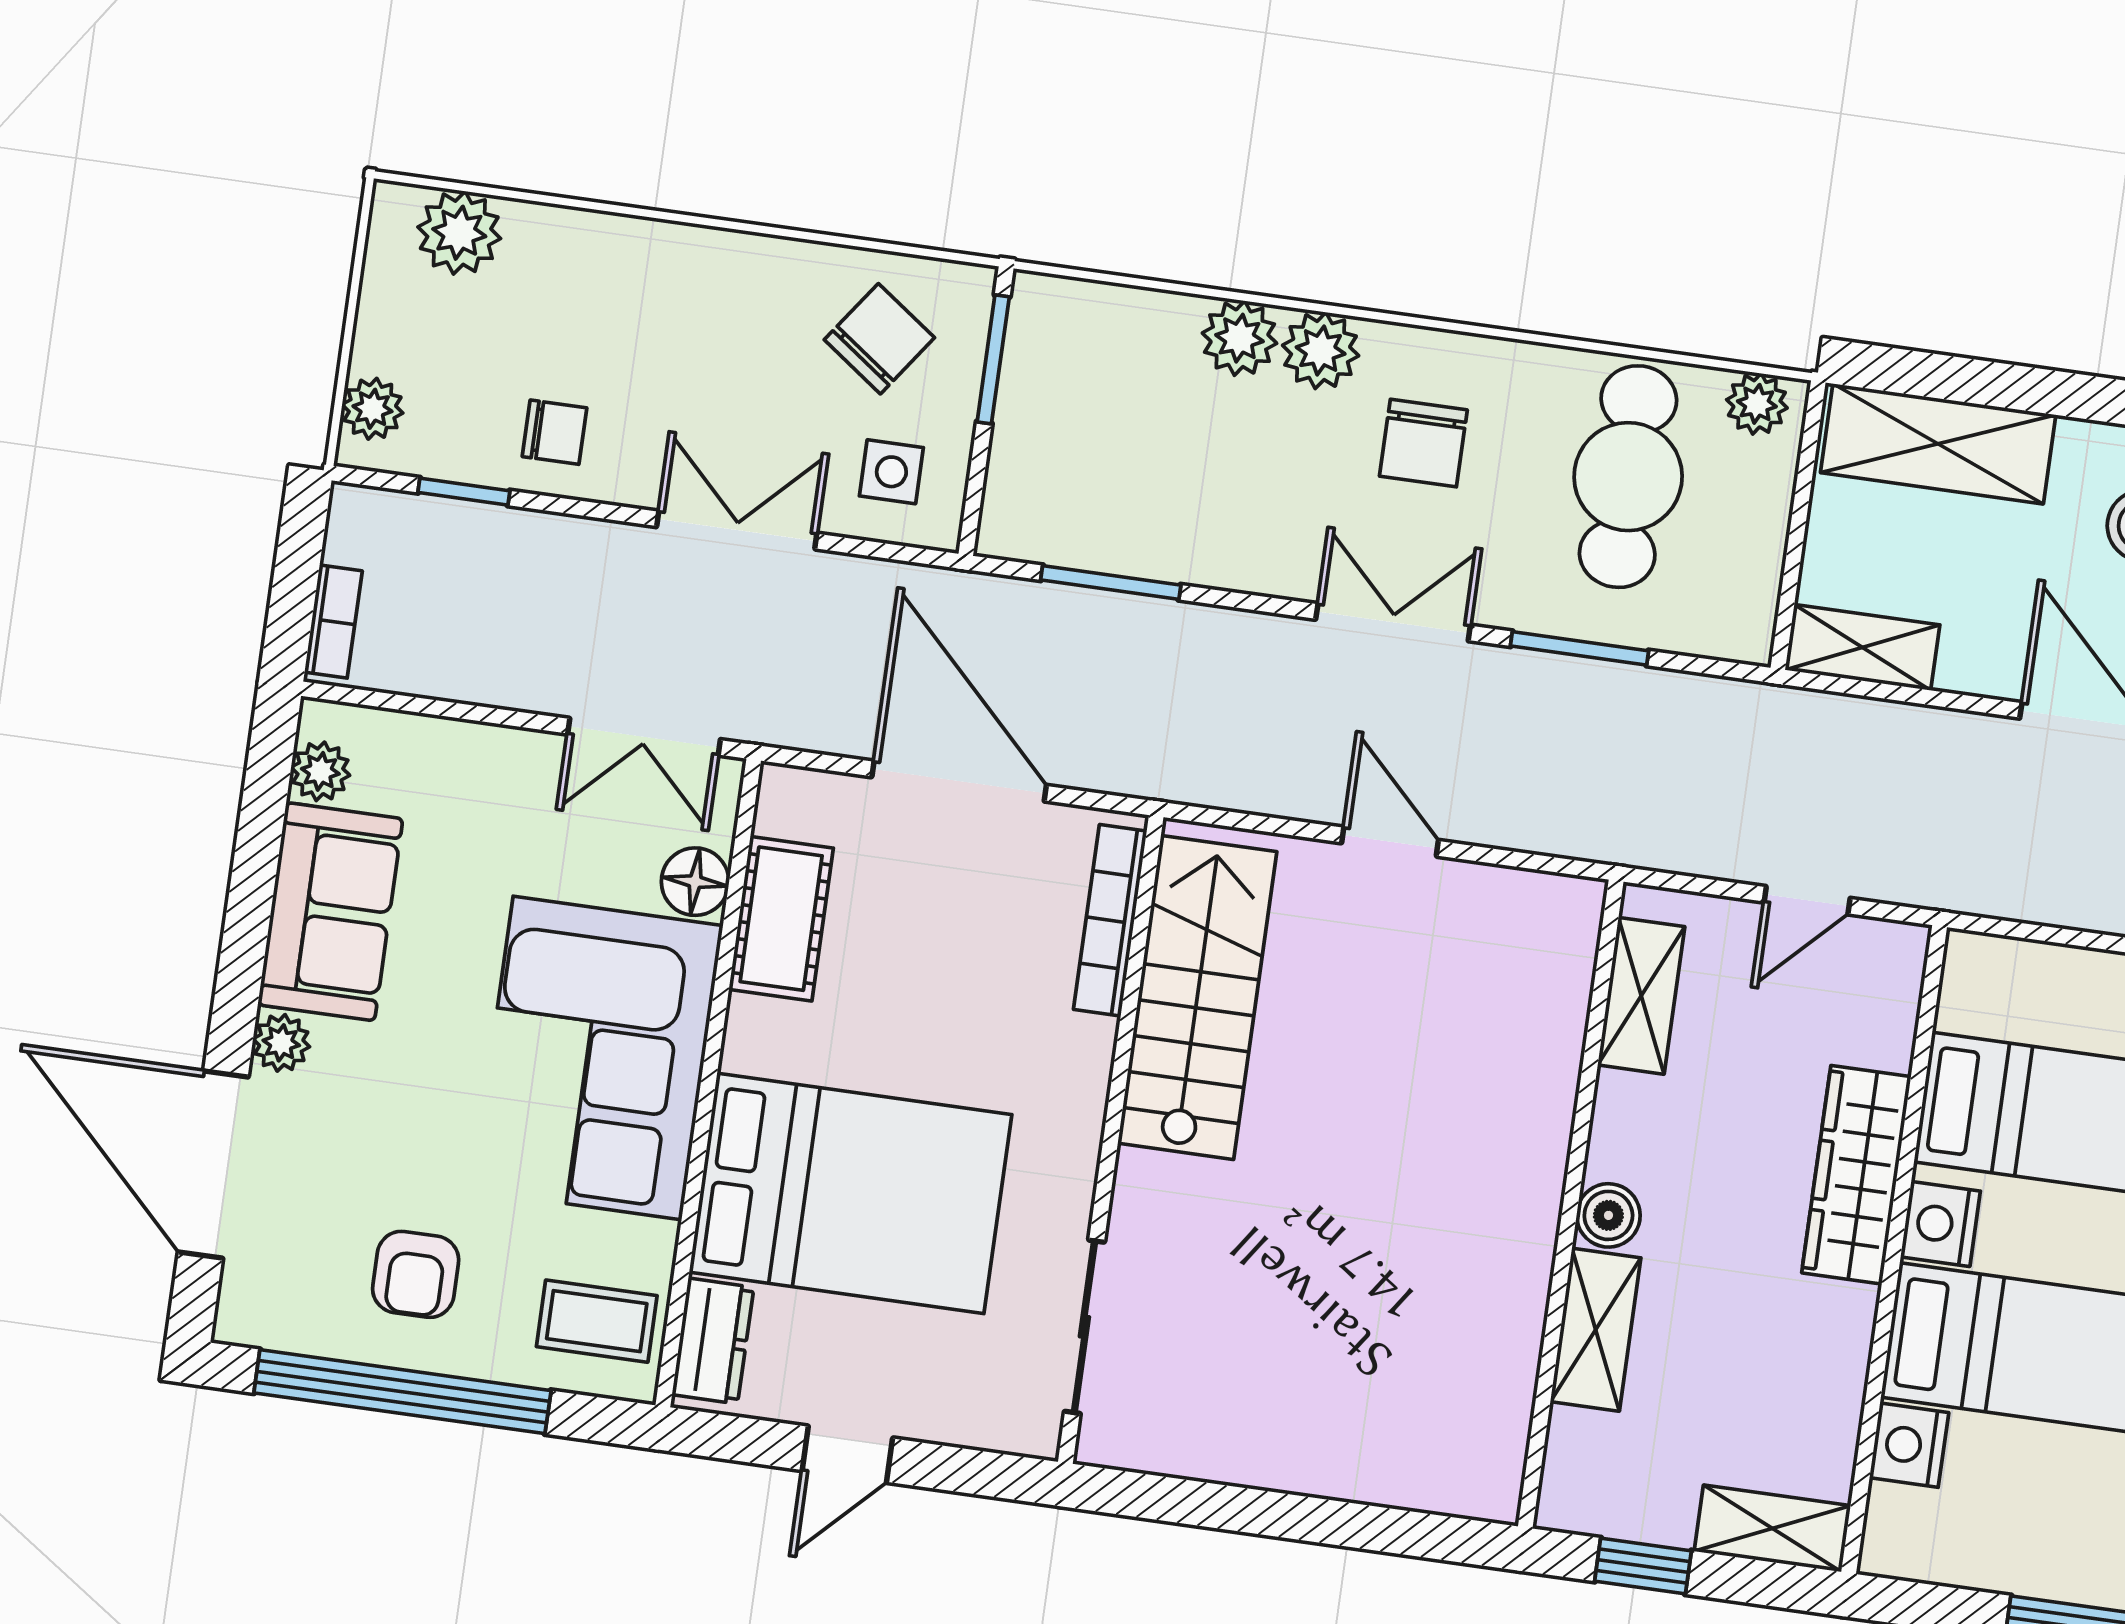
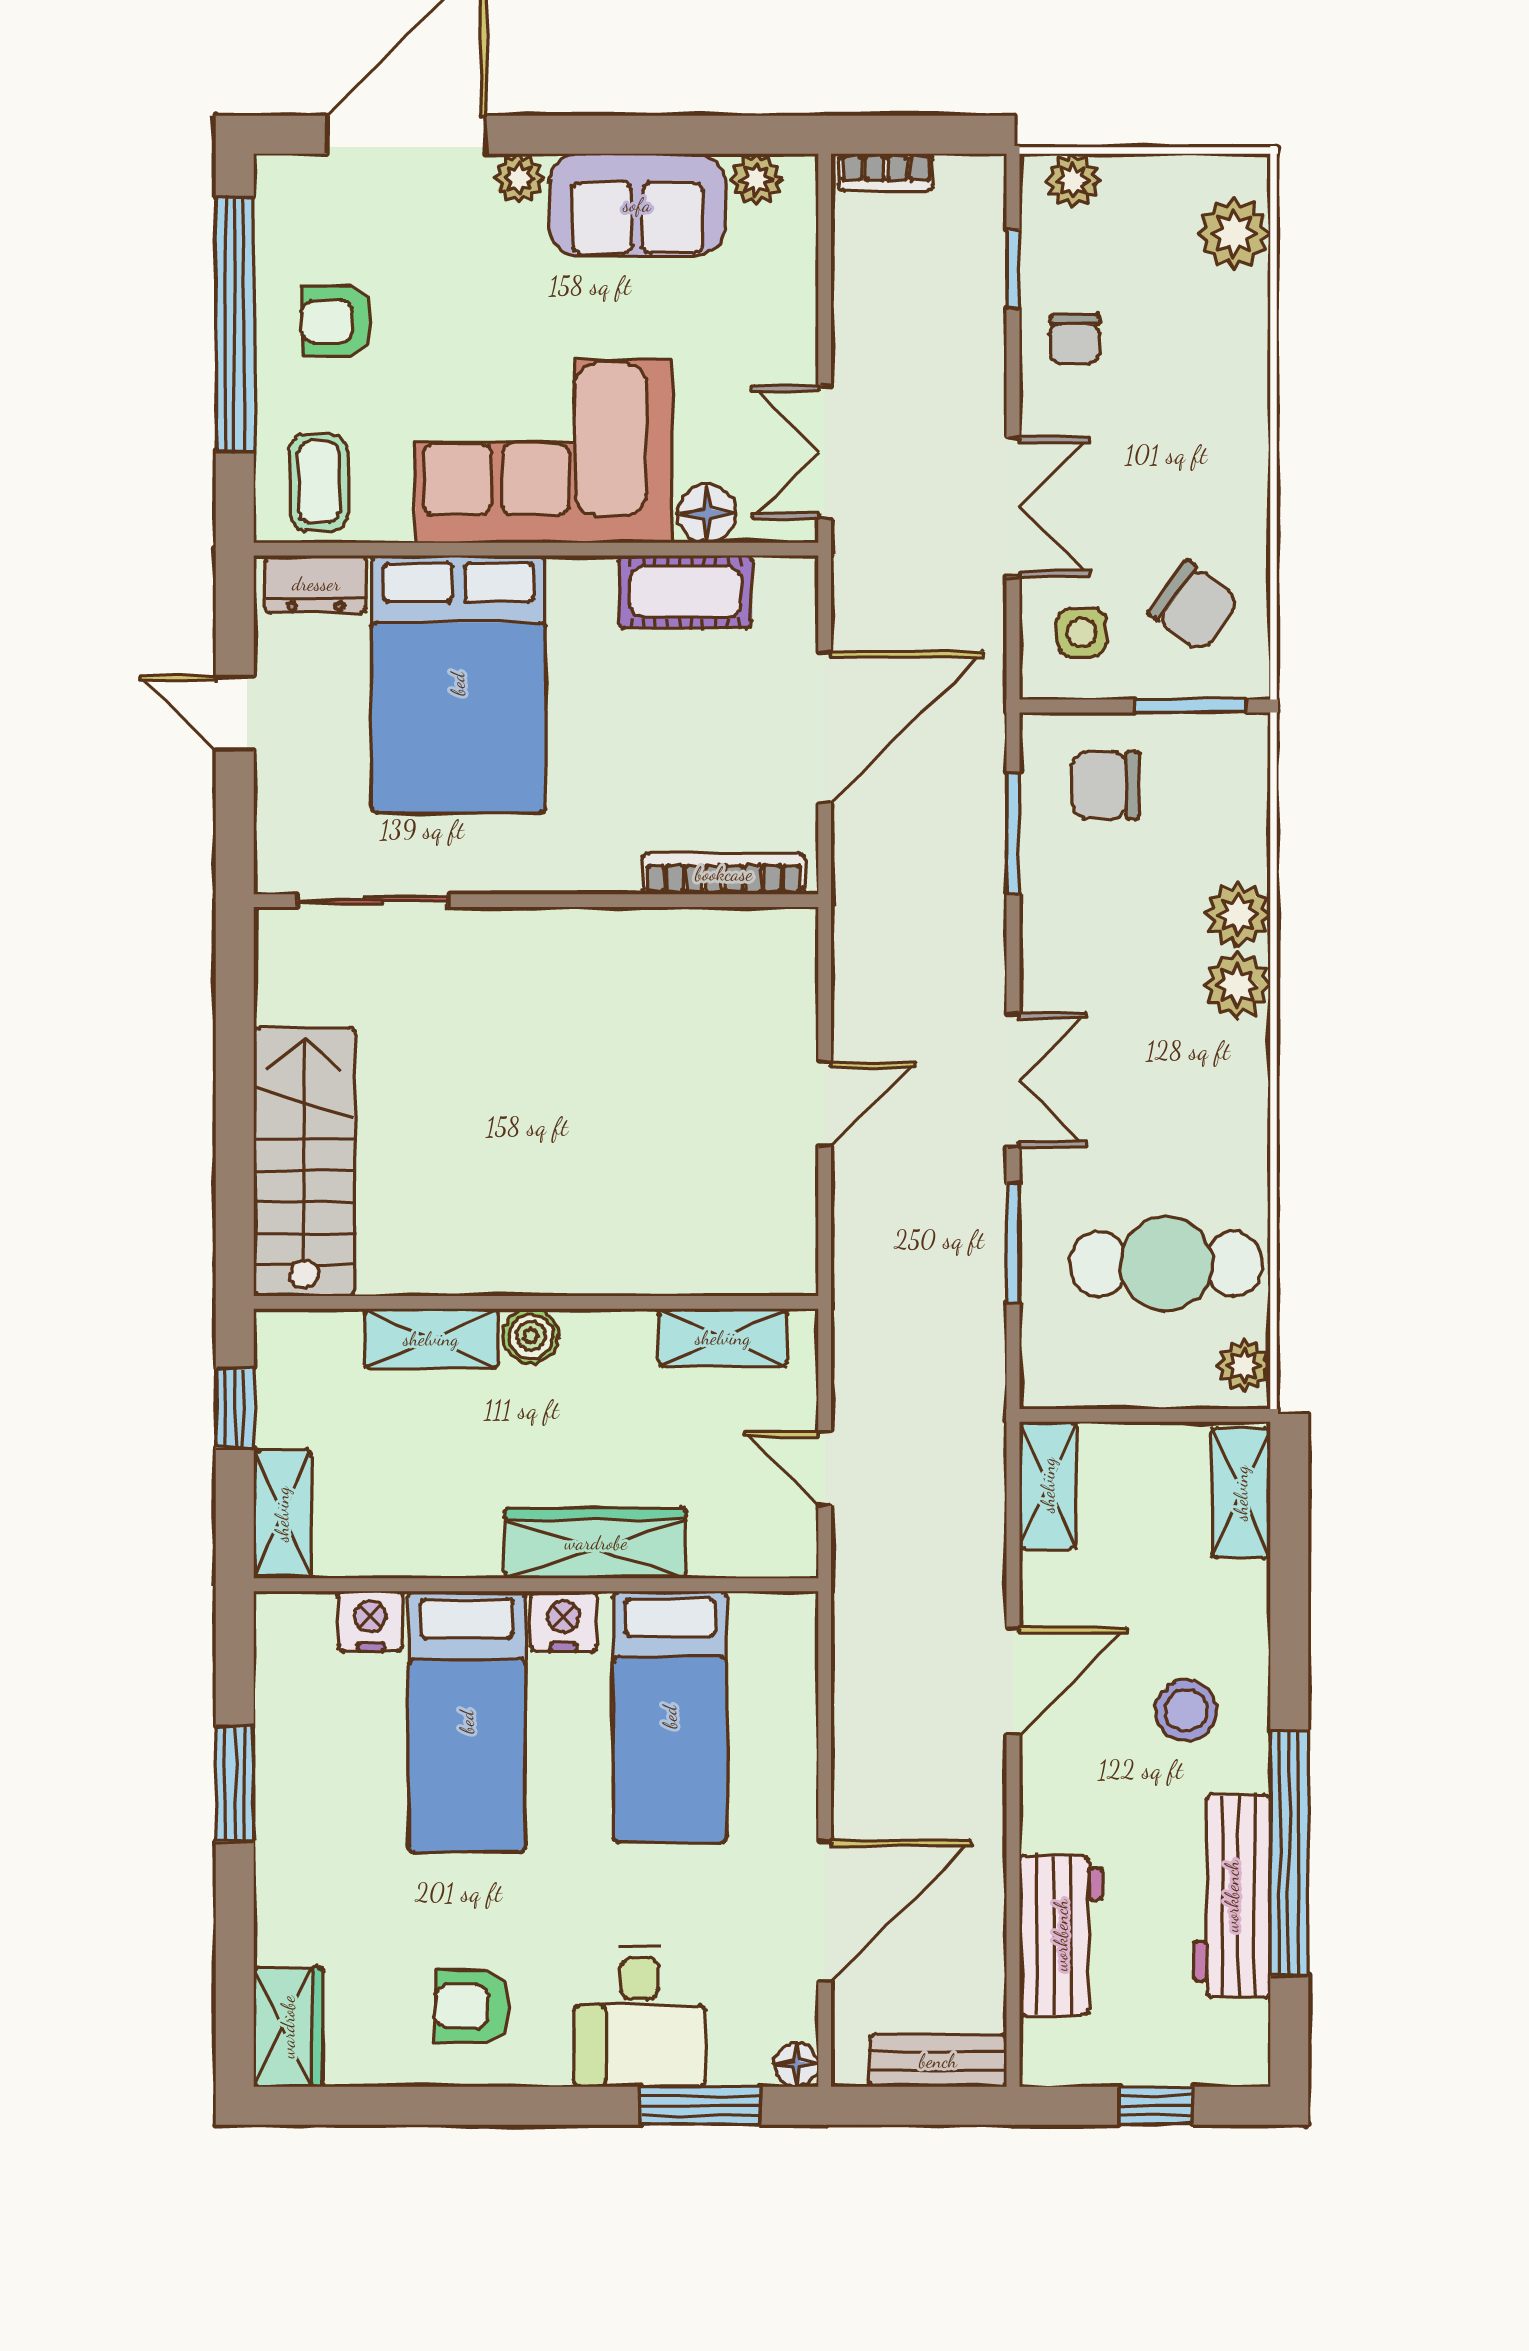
chair: (1423, 443) -> (1106, 785), moved
shelving: (1938, 444) -> (1241, 1493), width x0.67, depth x0.75
stairs: (1197, 997) -> (304, 1162), moved, turned -90

